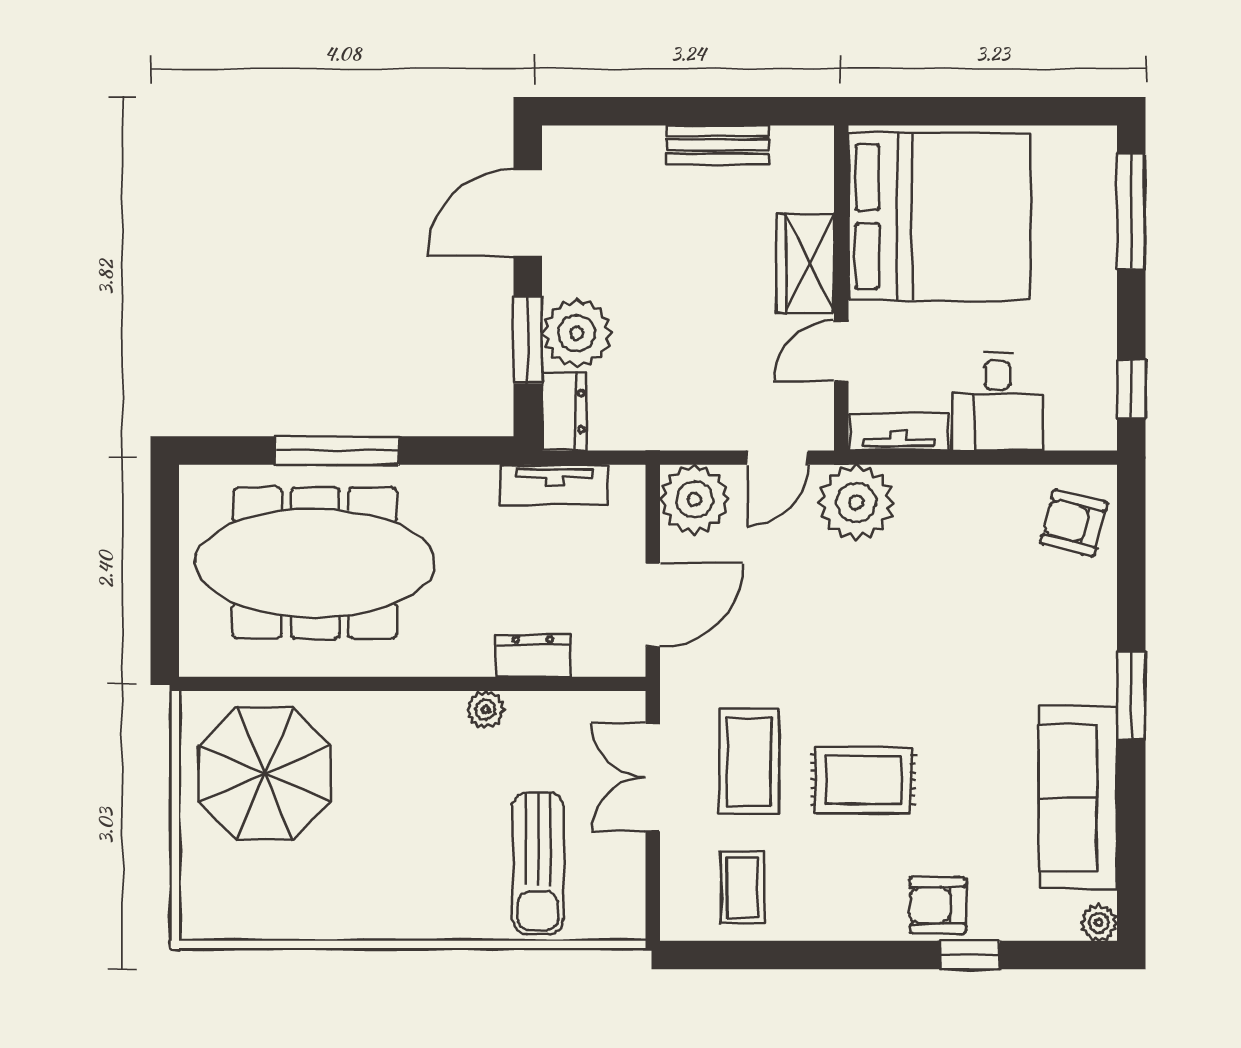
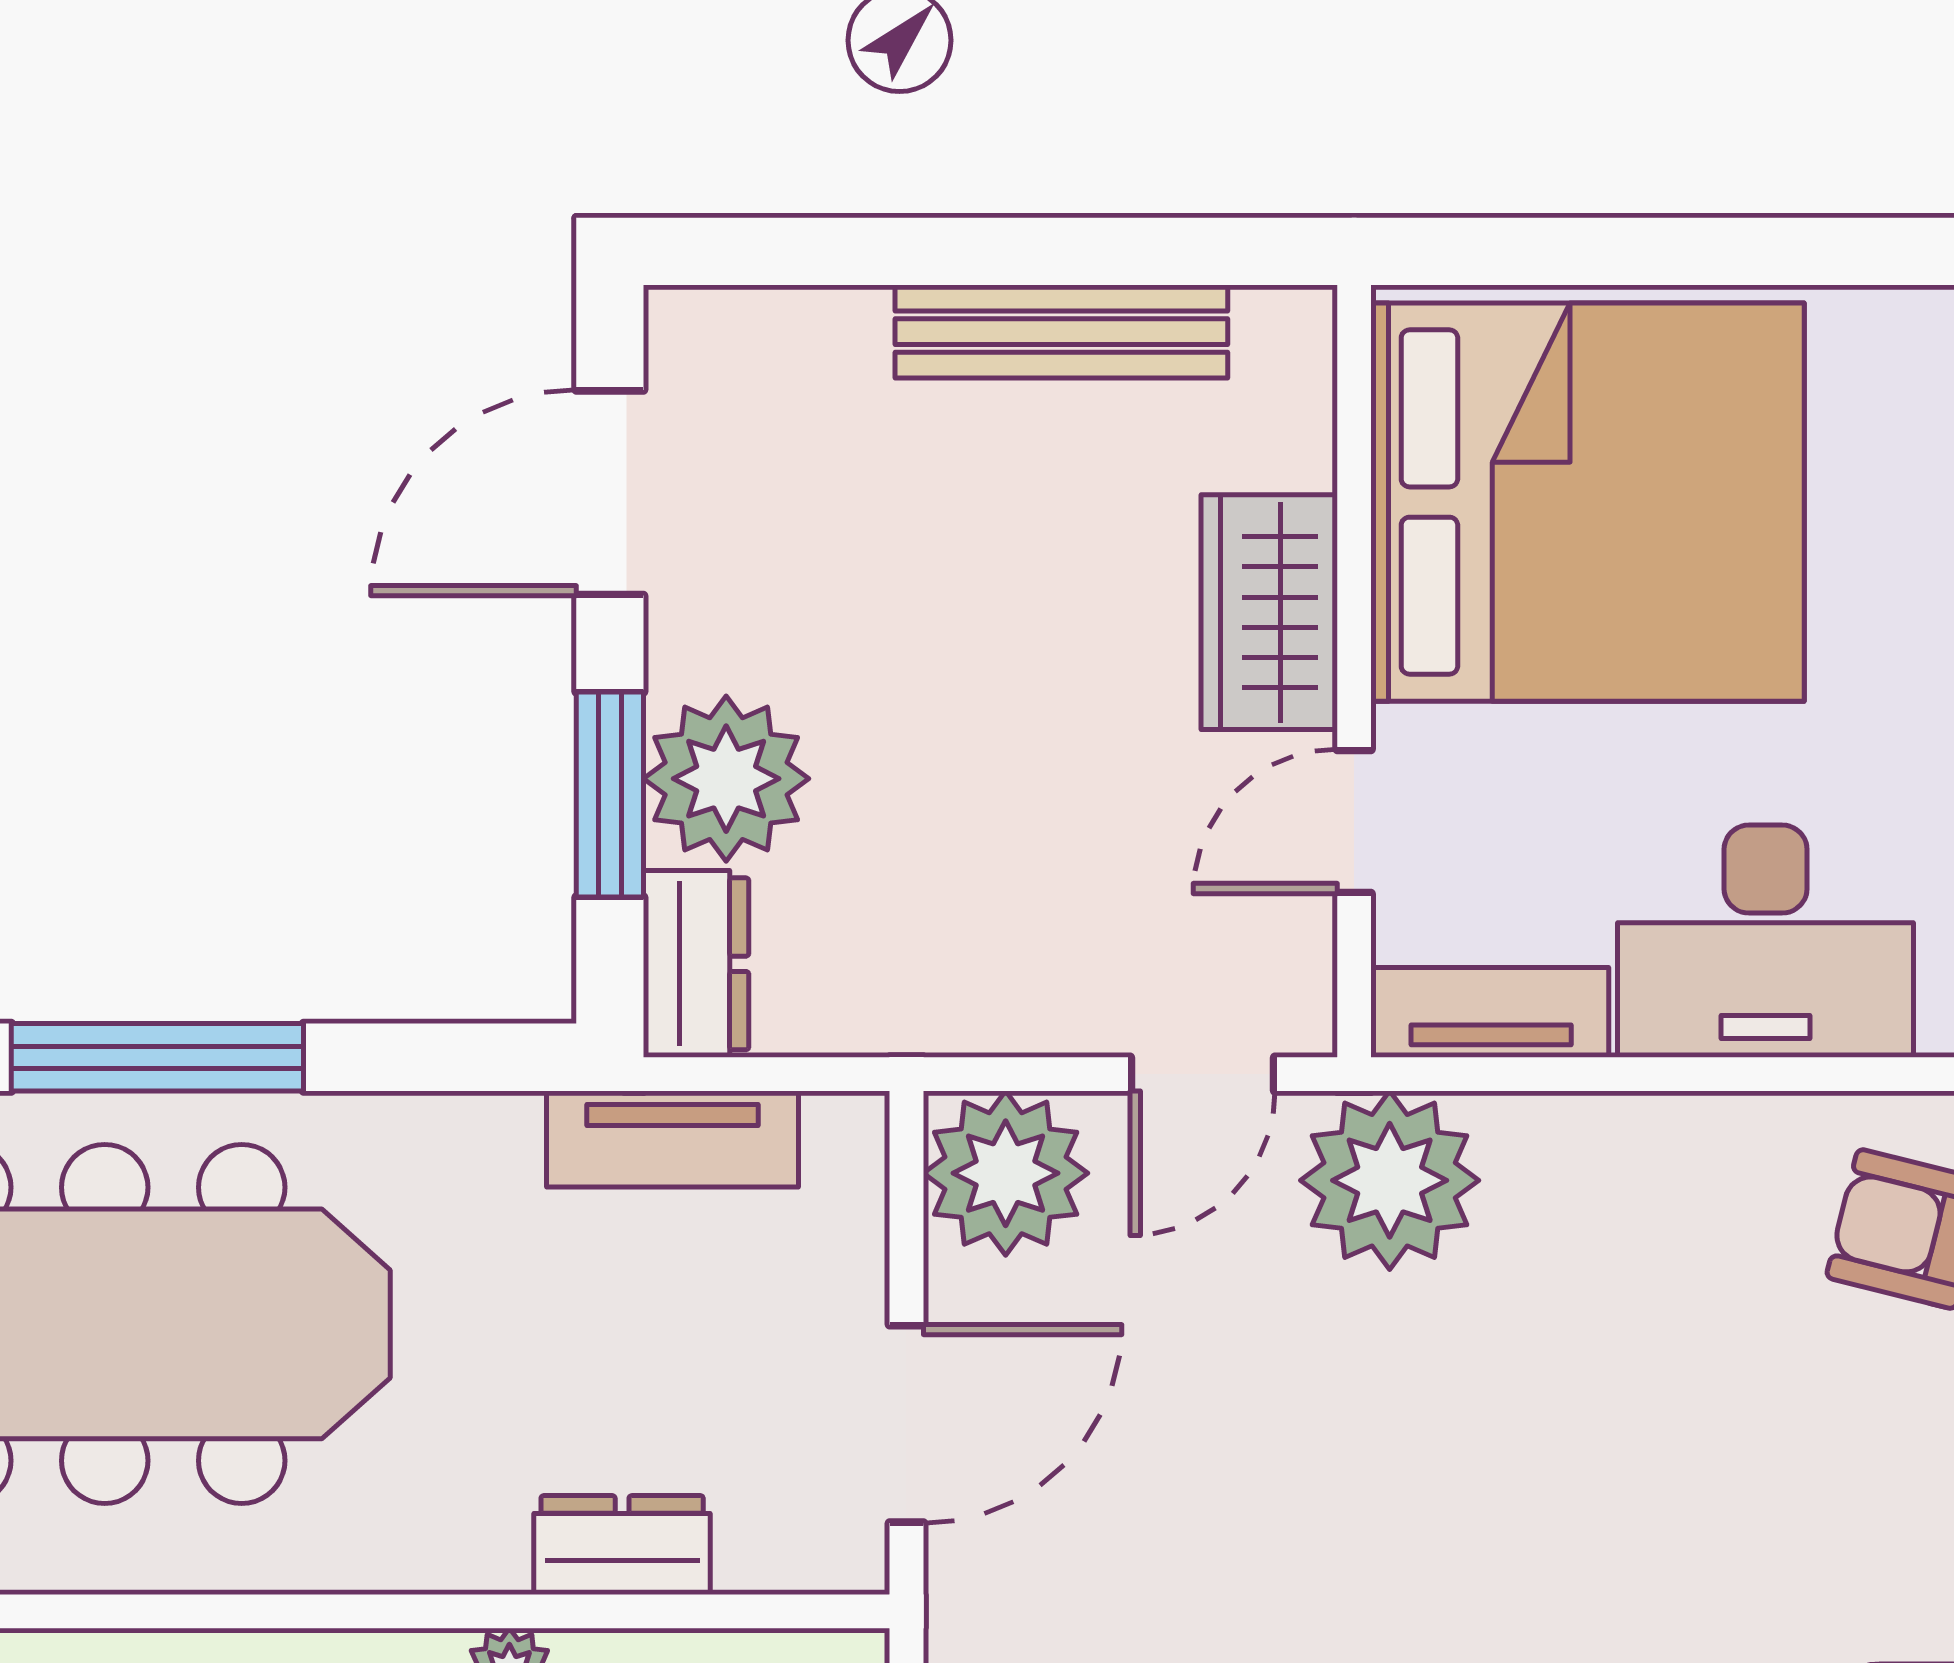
bench: (718, 145) -> (1061, 332), width x1.36
desk: (998, 402) -> (1766, 941), width x1.37

